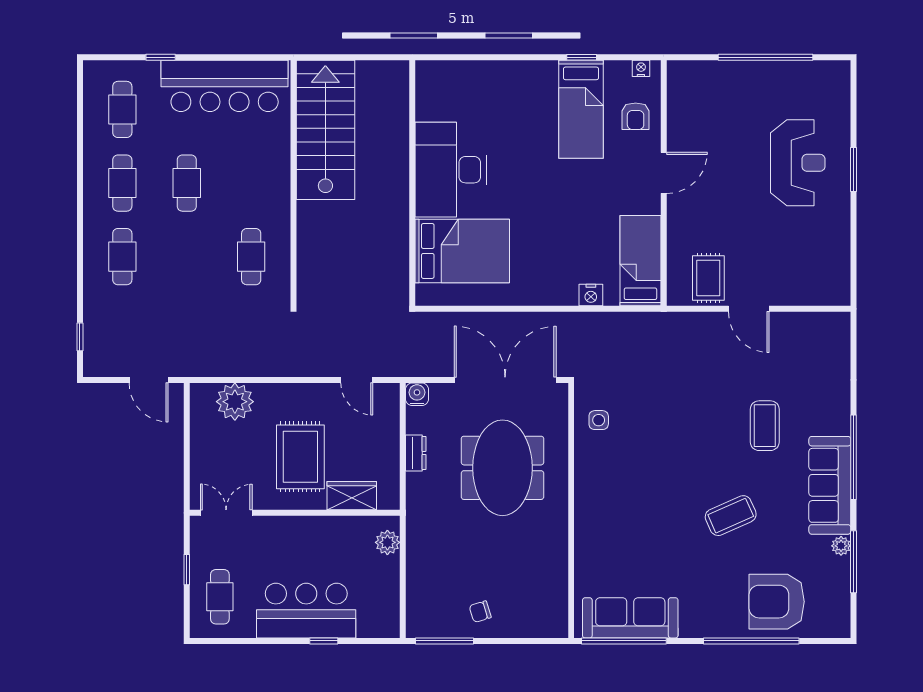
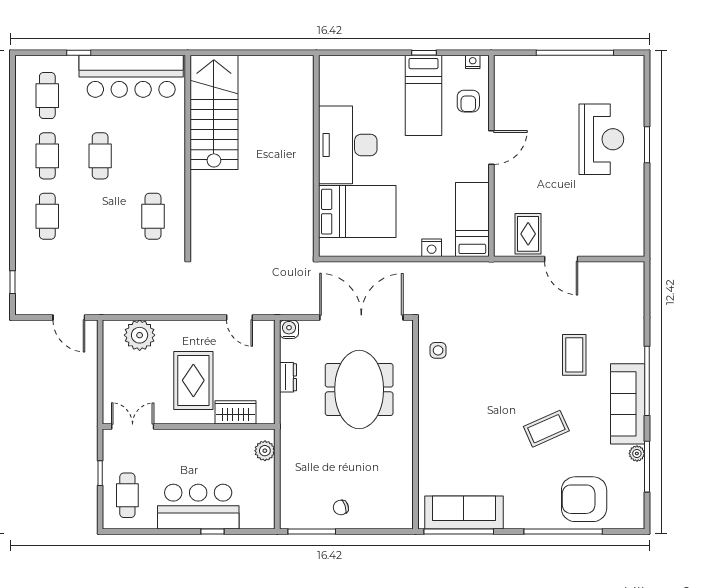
desk: (451, 170) -> (348, 145), moved
wall: (412, 183) -> (316, 156), moved
bed: (462, 251) -> (357, 212), moved

